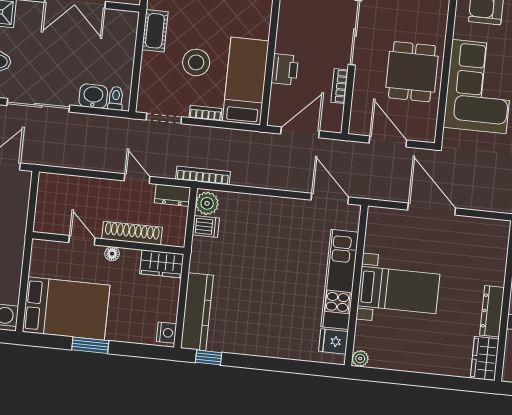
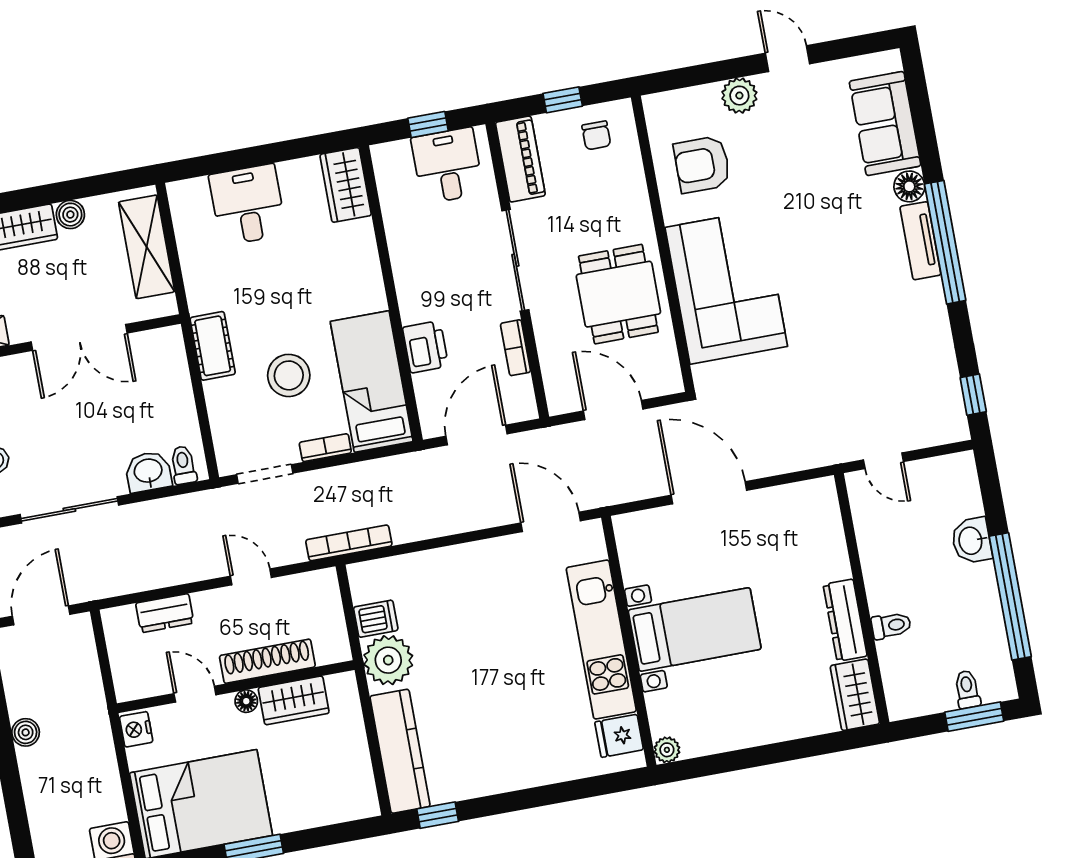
dresser: (173, 195) -> (165, 613), moved
plant: (207, 203) -> (388, 660), moved, width x1.36, depth x1.36
wardrobe: (162, 264) -> (294, 700), moved
nightstand: (167, 333) -> (136, 729), moved, turned 180

